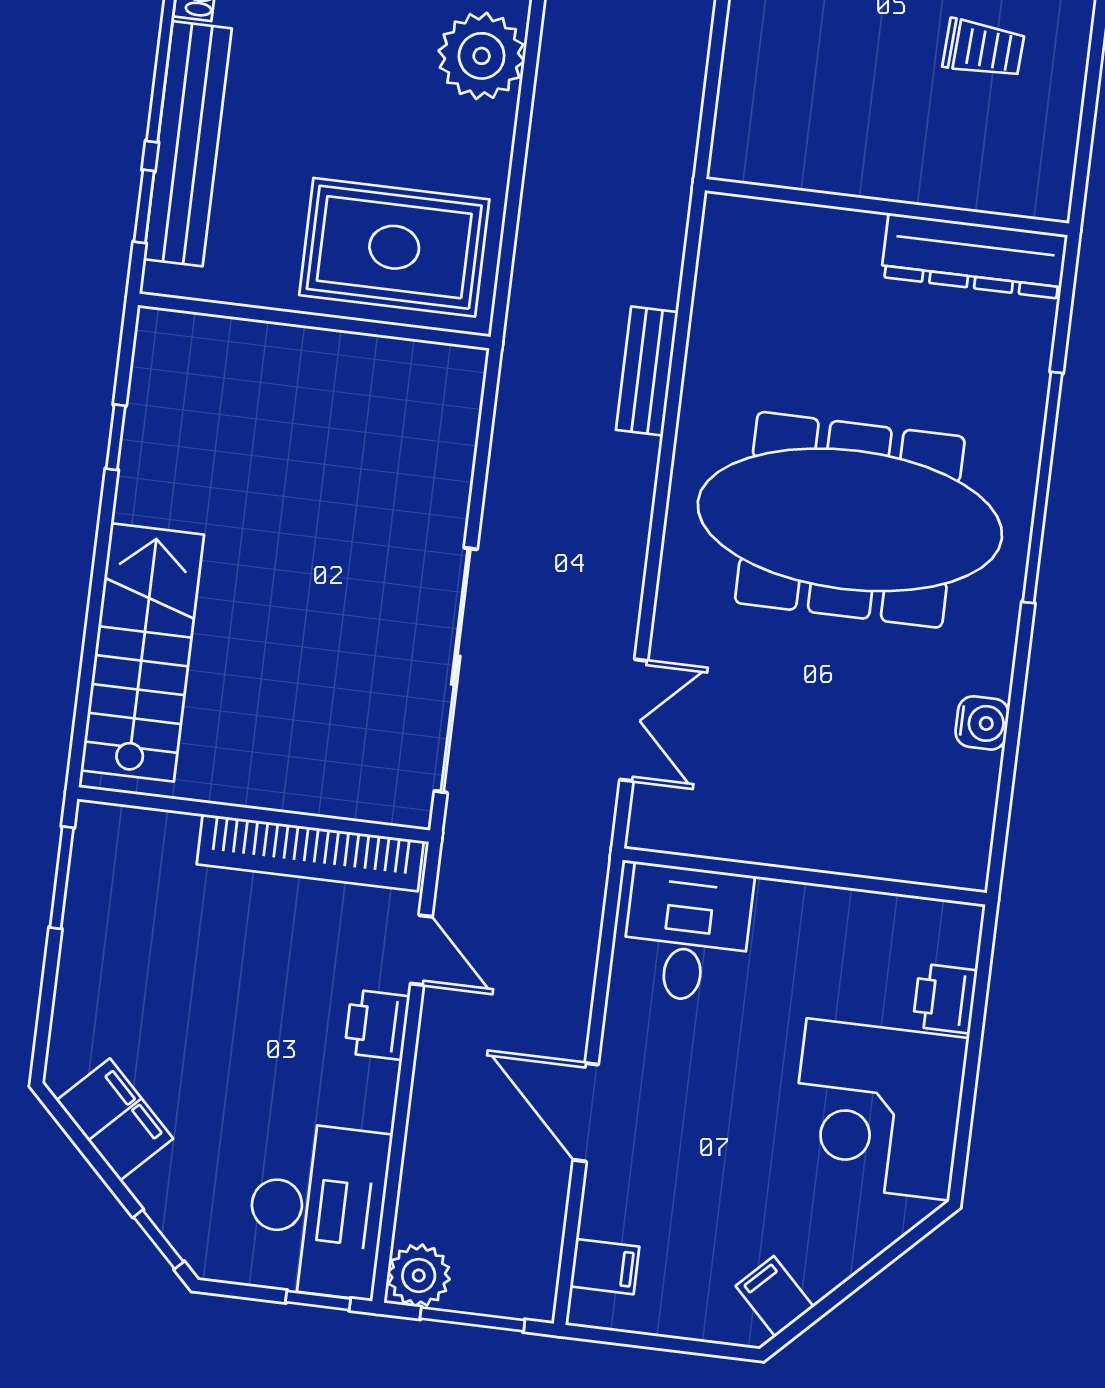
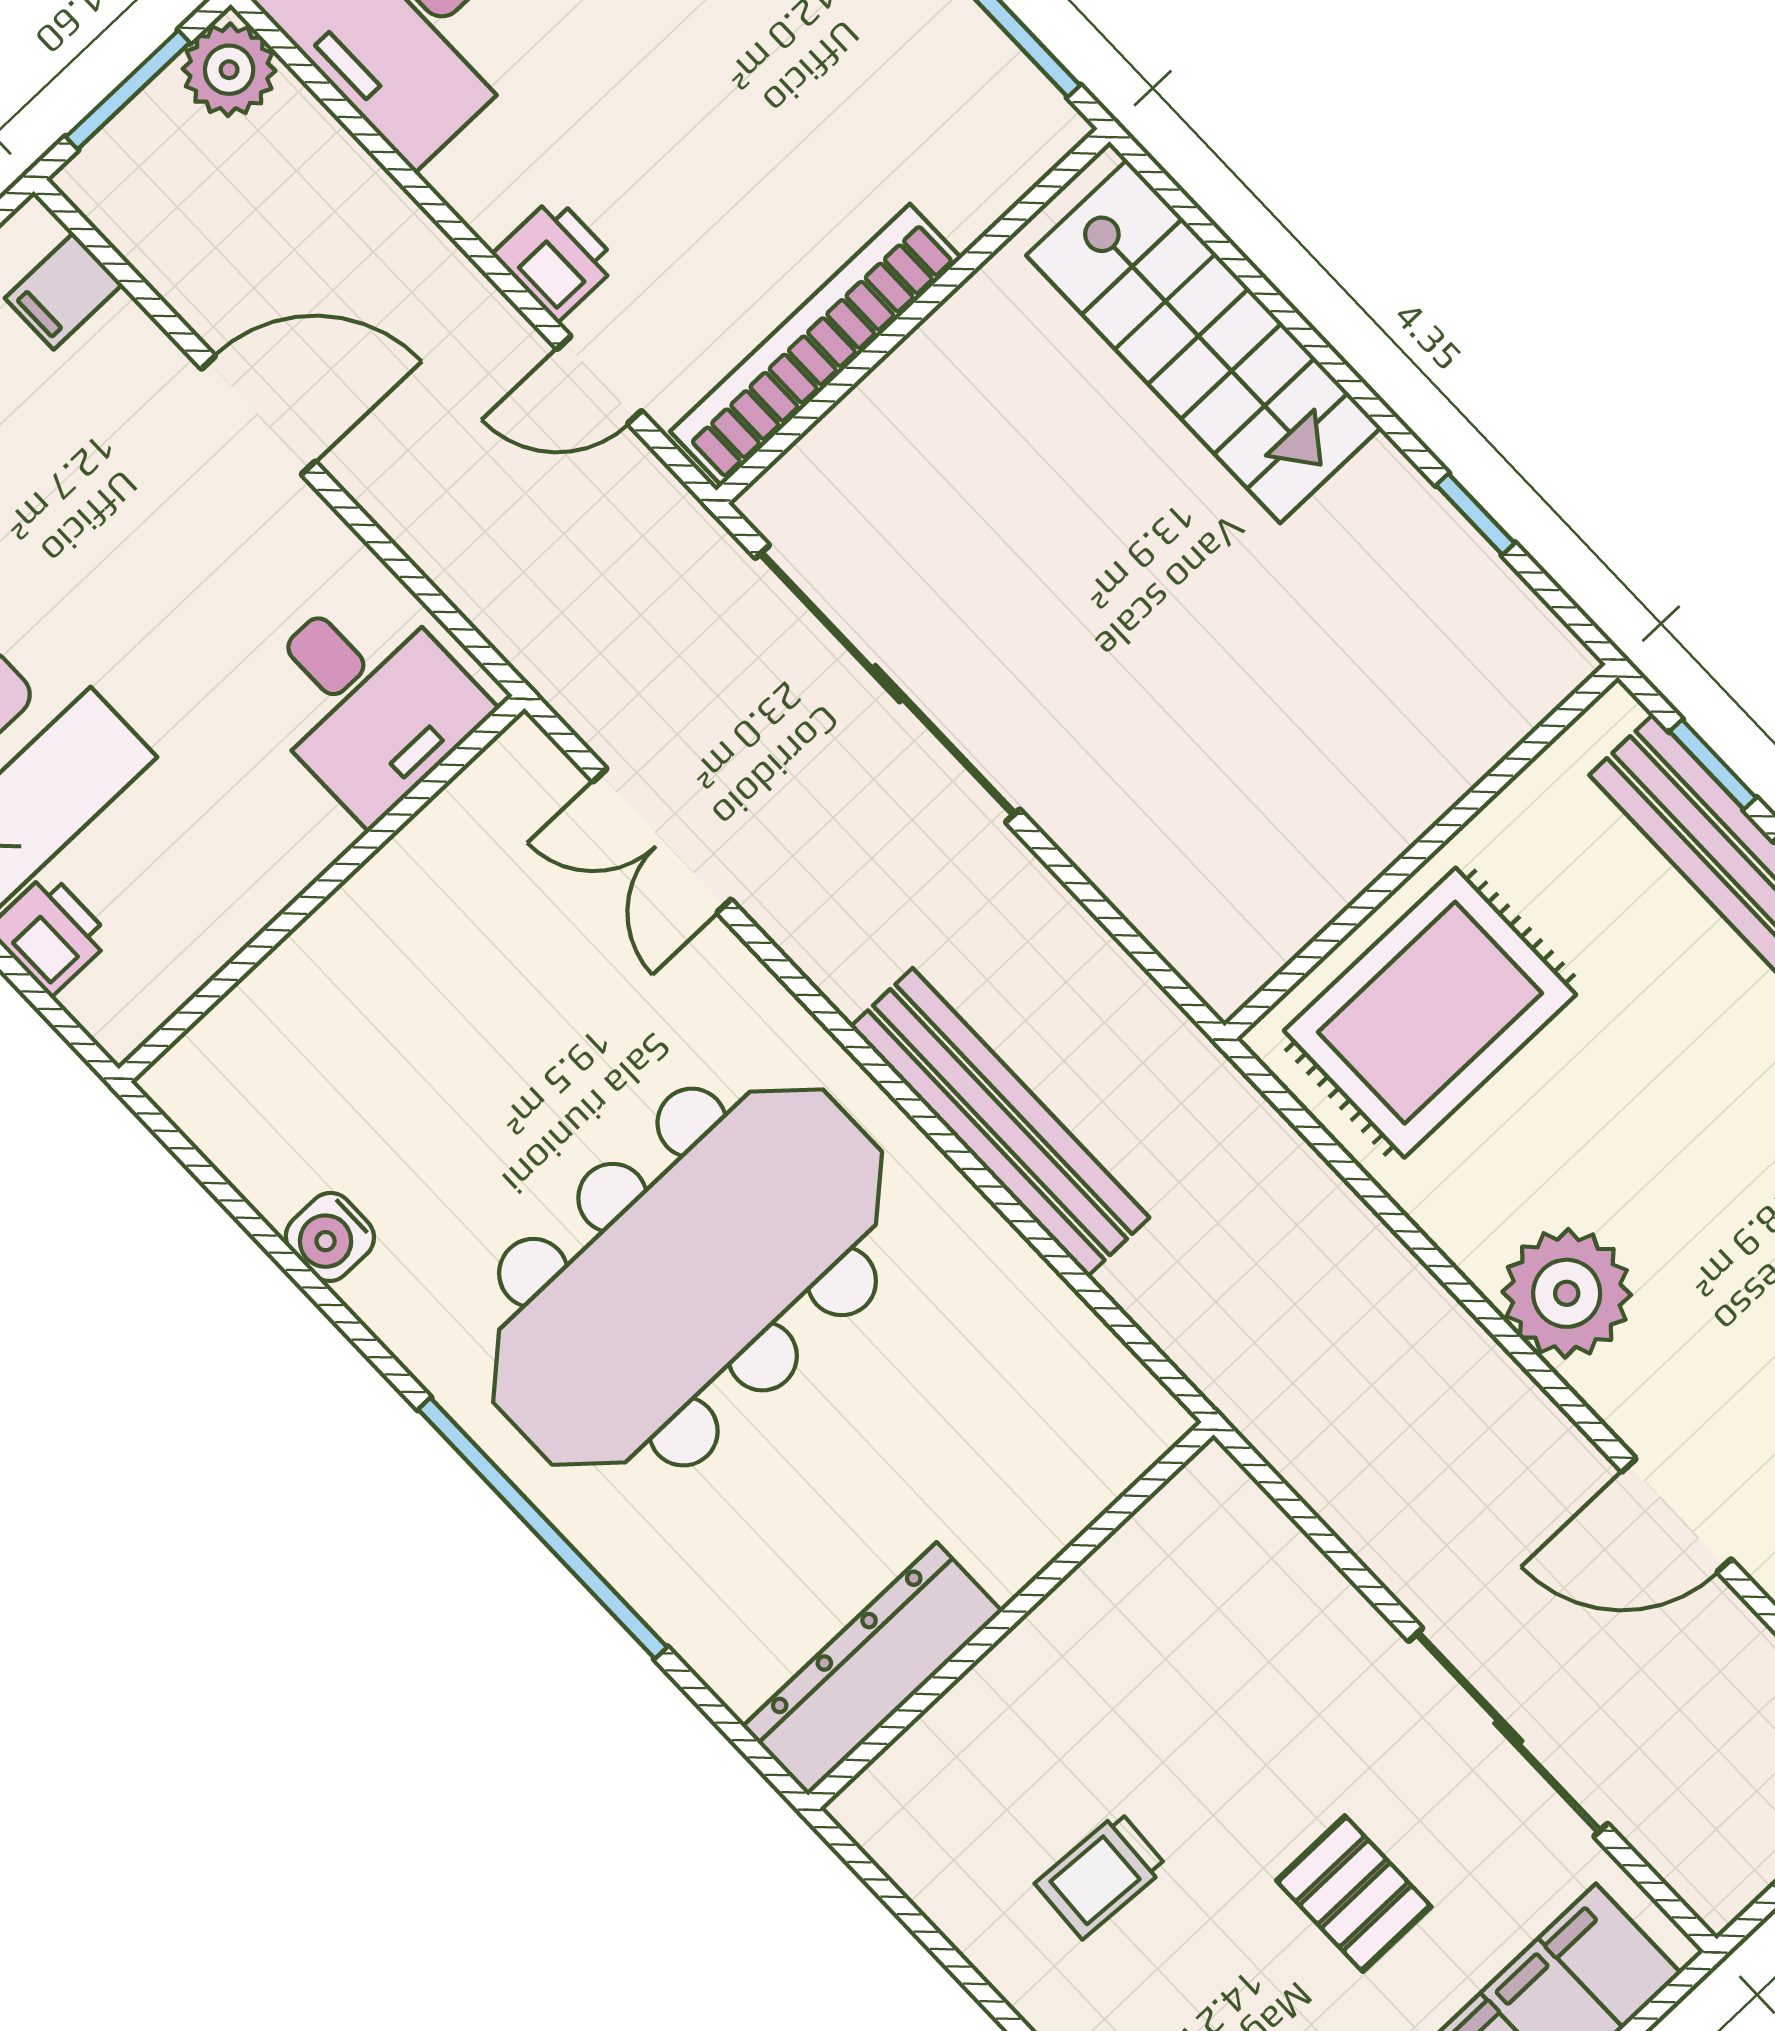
bench: (647, 371) -> (1000, 1122), width x1.86, depth x1.21

